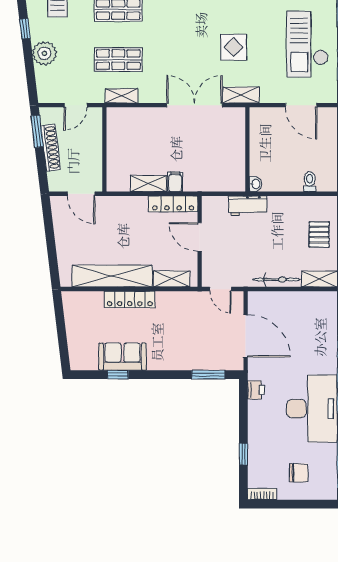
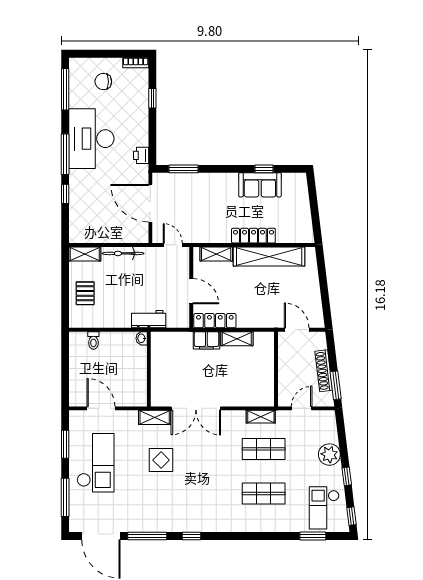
filing cabinet: (175, 182) -> (206, 340), width x2.00

